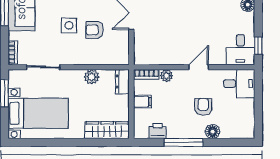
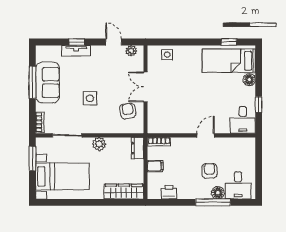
armchair: (95, 30) -> (128, 111), moved, turned 80
window: (258, 46) -> (259, 105), moved
plant: (166, 76) -> (177, 143), removed
plant: (92, 77) -> (99, 144), moved
desk: (239, 84) -> (238, 185), moved, turned 90
window: (184, 142) -> (213, 202), moved

